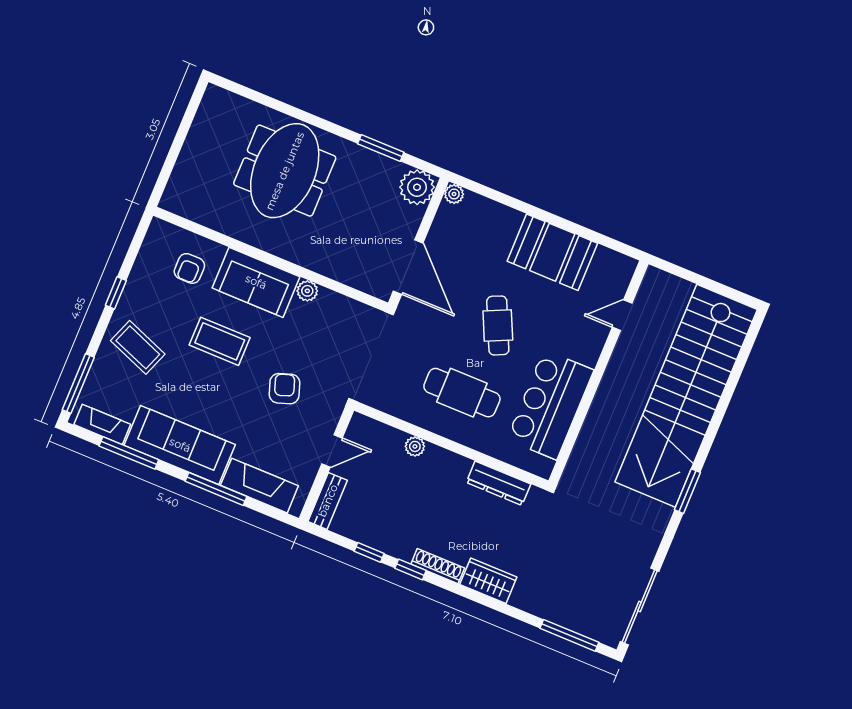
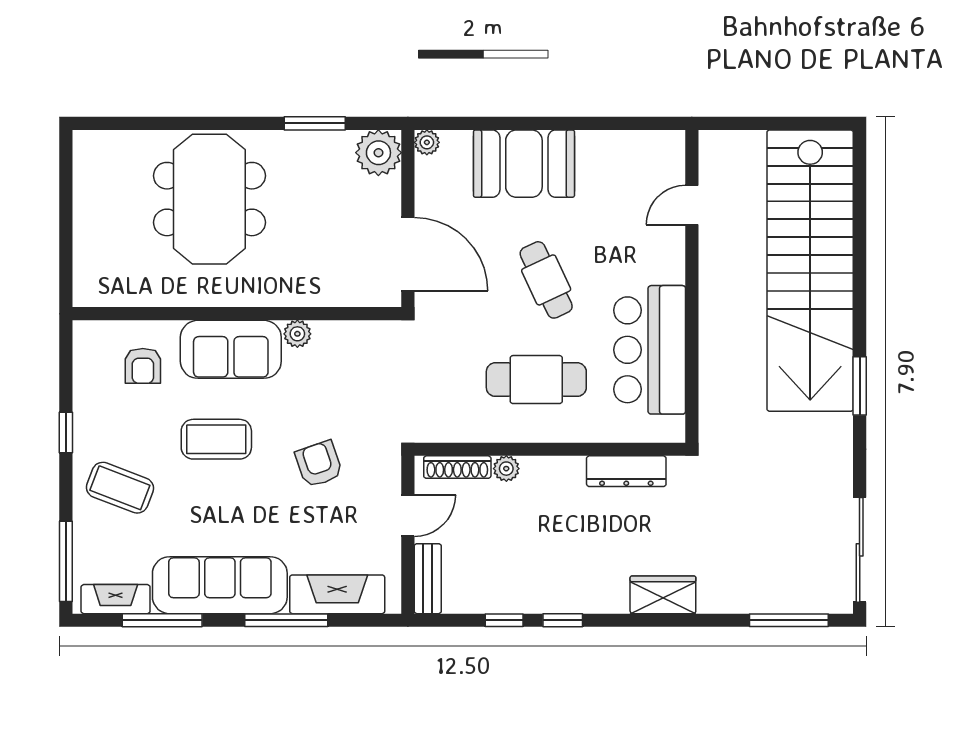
booth: (552, 252) -> (524, 164), moved
shoe rack: (438, 566) -> (457, 467), moved, turned 180

